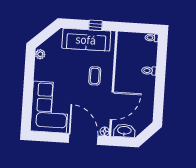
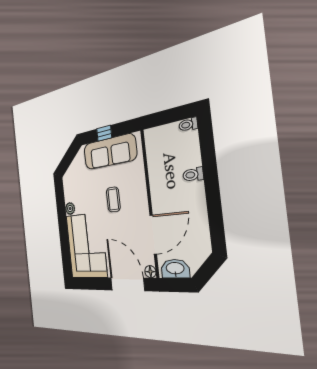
window: (96, 25) -> (104, 133), moved
plant: (40, 54) -> (70, 209), moved
coffee table: (95, 76) -> (113, 199), moved

